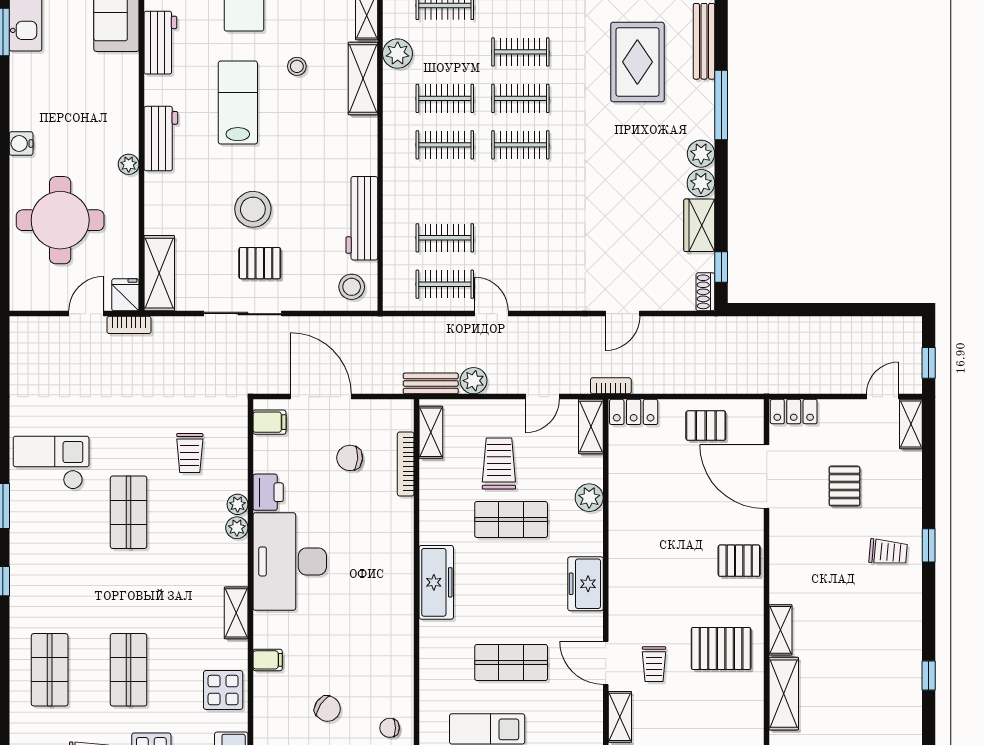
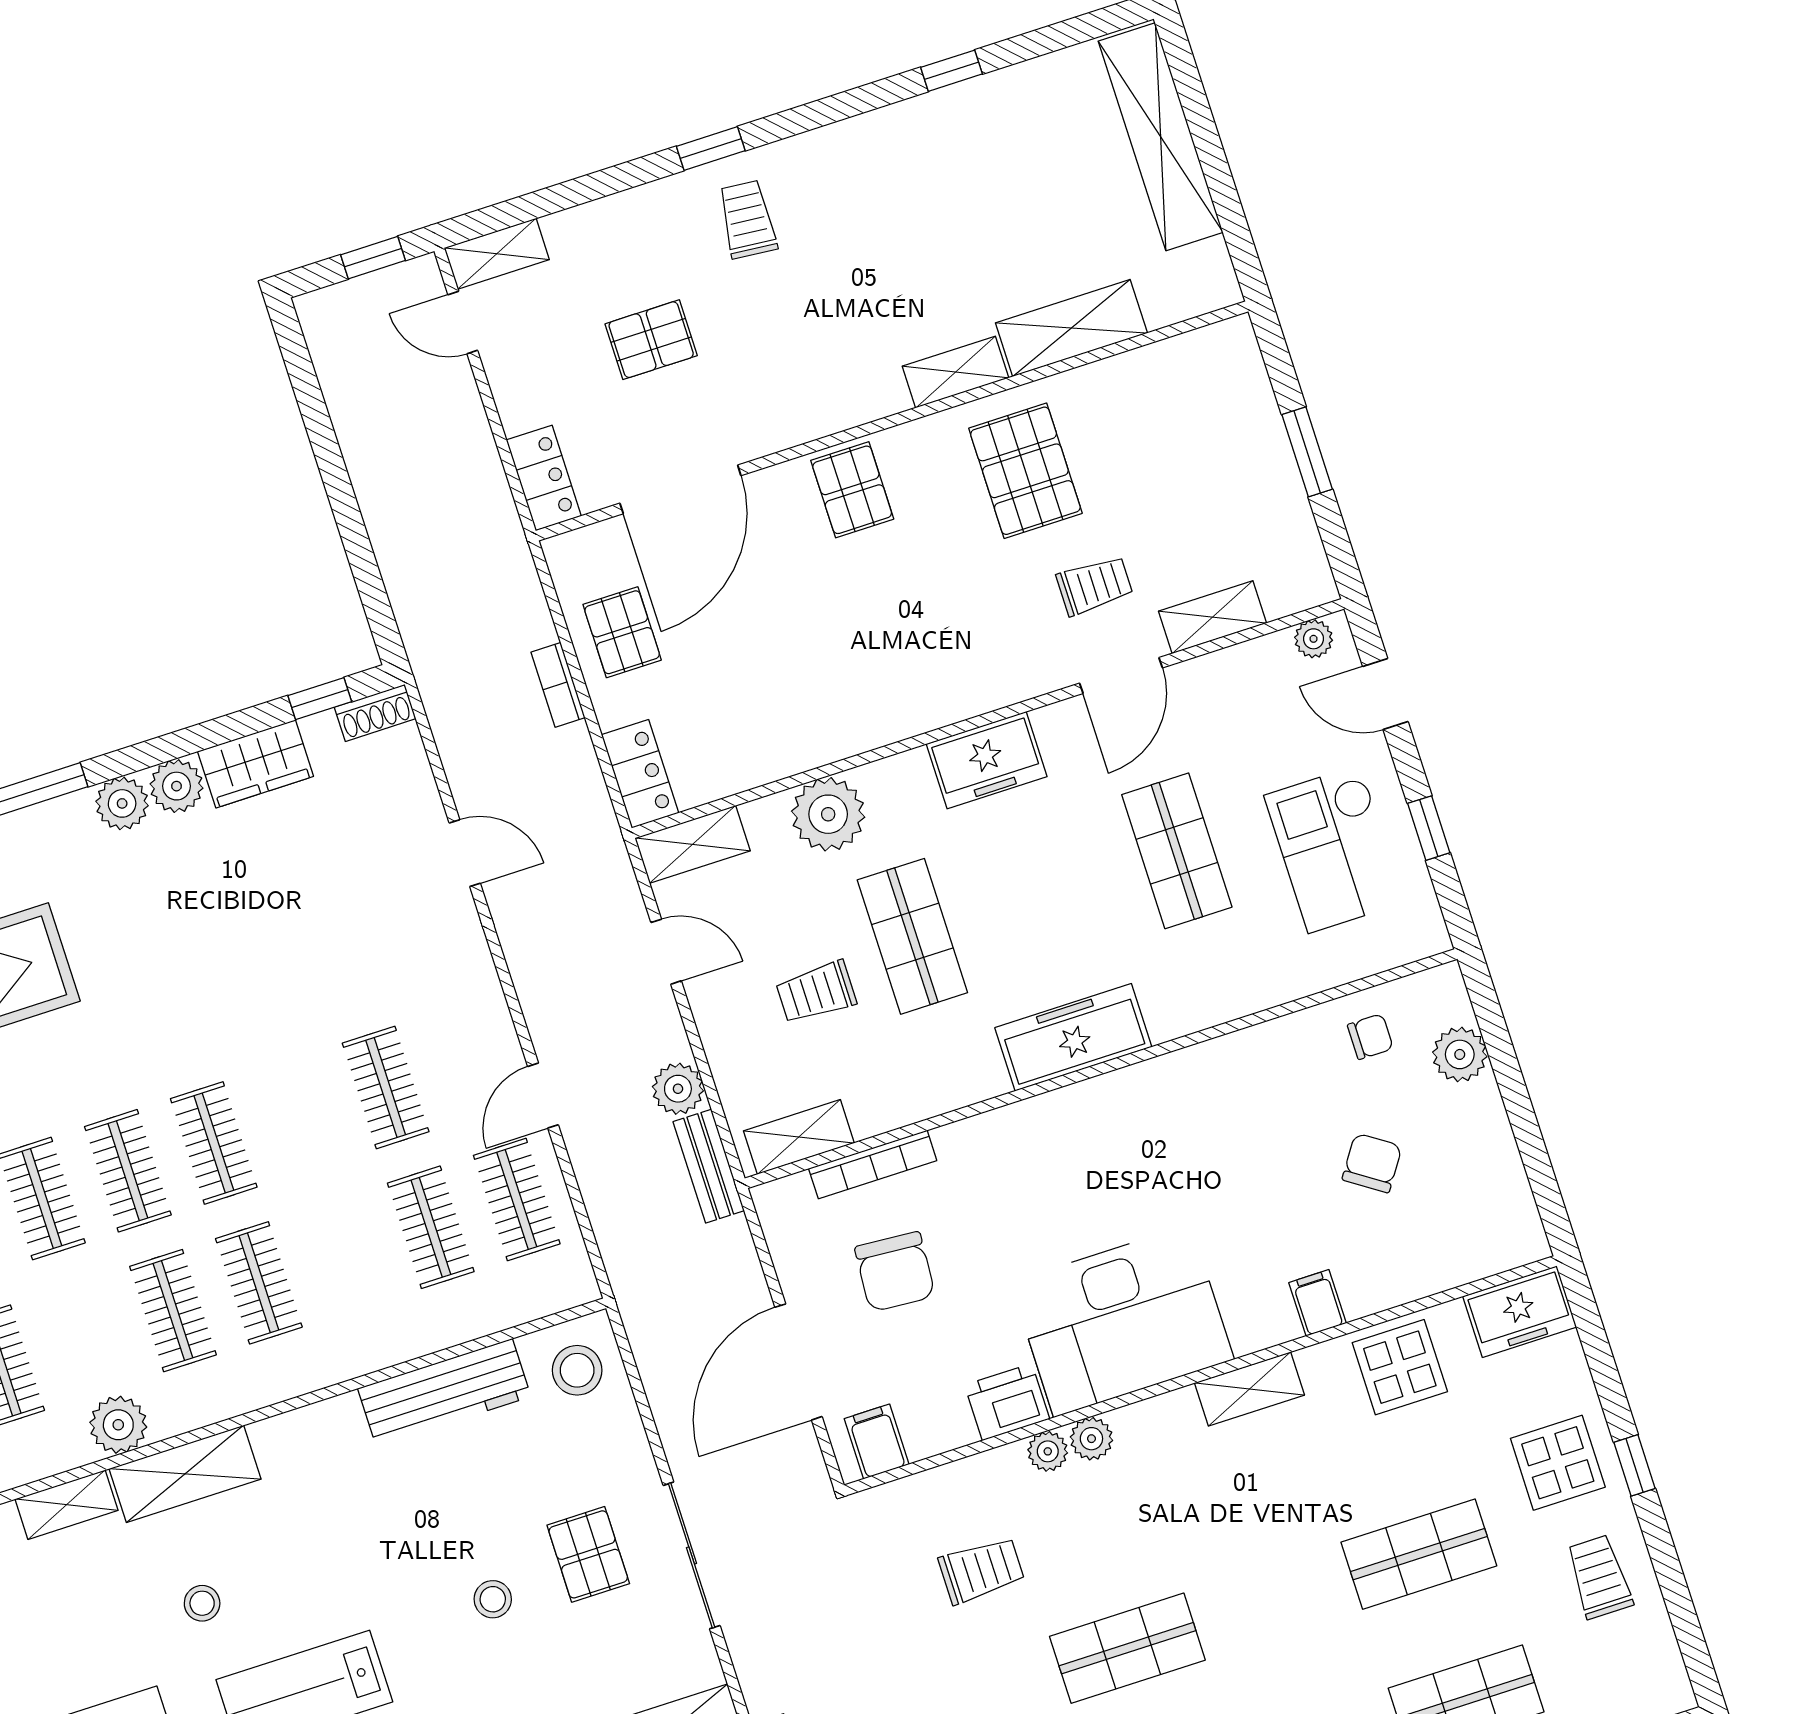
stool: (253, 209) -> (493, 1599), width x0.53, depth x0.53
clothes rail: (520, 238) -> (386, 1087), added
bookcase: (611, 386) -> (558, 685), moved
chair: (350, 458) -> (895, 1272), width x1.37, depth x1.37
trolley: (499, 464) -> (816, 992), width x0.73, depth x0.72
plant: (589, 498) -> (828, 814), width x1.36, depth x1.36
chair: (390, 728) -> (1370, 1037), turned -90

